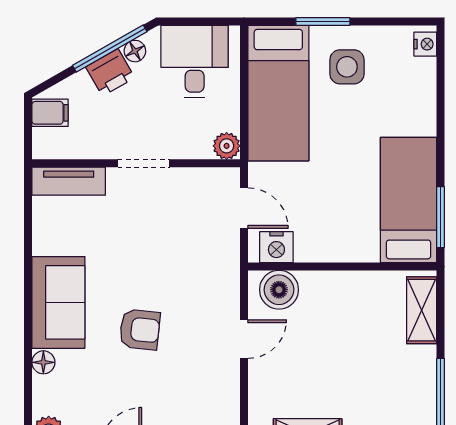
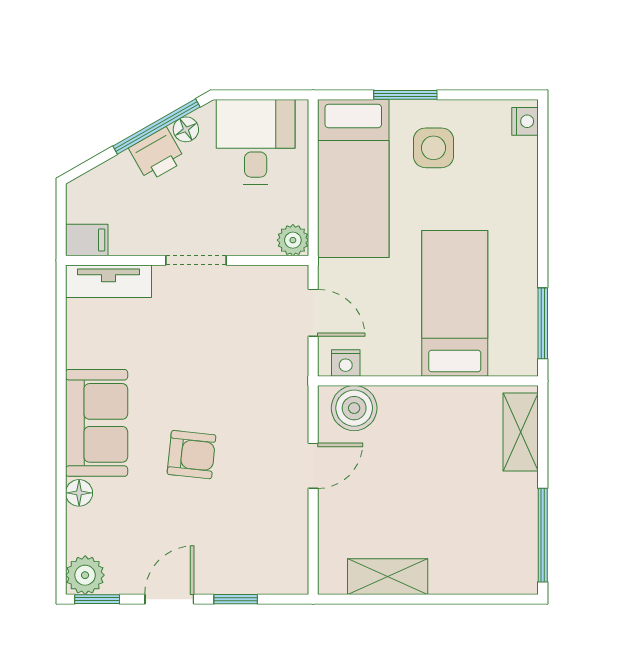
filing cabinet: (50, 113) -> (87, 240), moved
bed: (409, 200) -> (455, 303), moved
nightstand: (276, 247) -> (346, 363), width x0.72, depth x0.74

